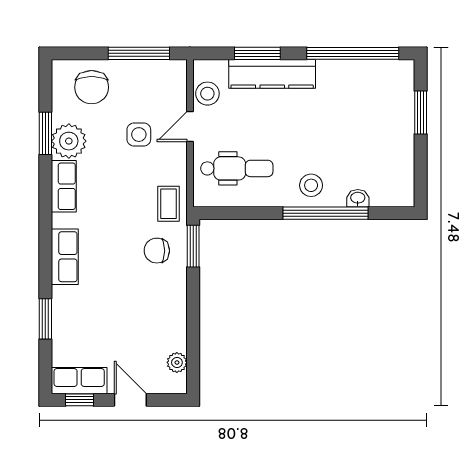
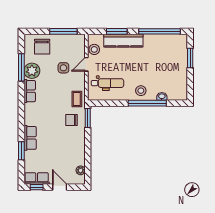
window: (45, 133) -> (21, 67), width x1.44
row of seats: (65, 257) -> (30, 138), moved

